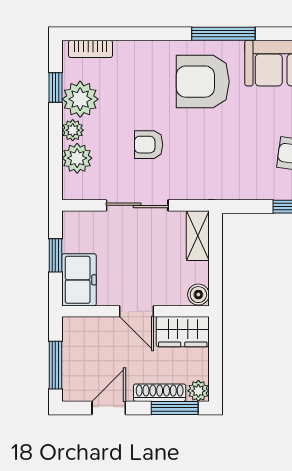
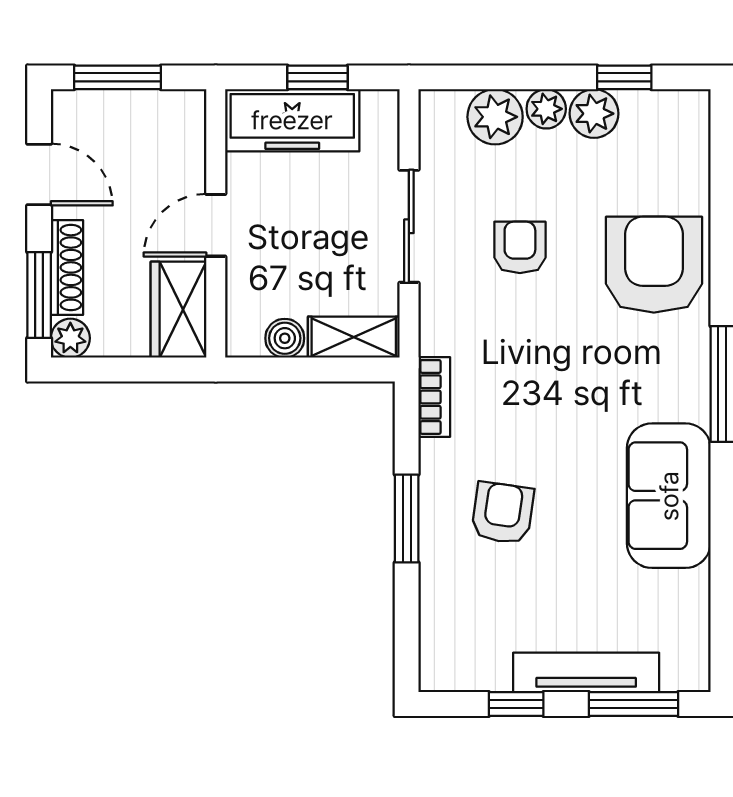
bookcase: (91, 49) -> (434, 397), moved, turned 180
armchair: (203, 82) -> (654, 265), moved
plant: (80, 99) -> (594, 114), width x0.73, depth x0.73
freezer: (79, 280) -> (292, 120), width x1.40
boiler: (198, 295) -> (285, 338), moved

